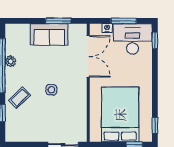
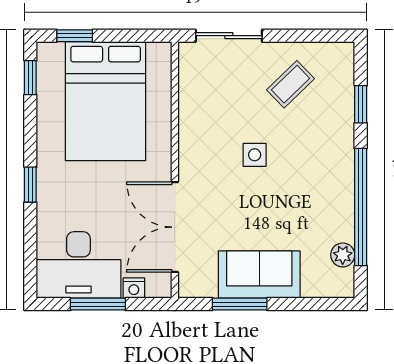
window: (155, 40) -> (30, 185), moved
plant: (11, 61) -> (343, 255), moved
coffee table: (20, 98) -> (291, 84), moved

